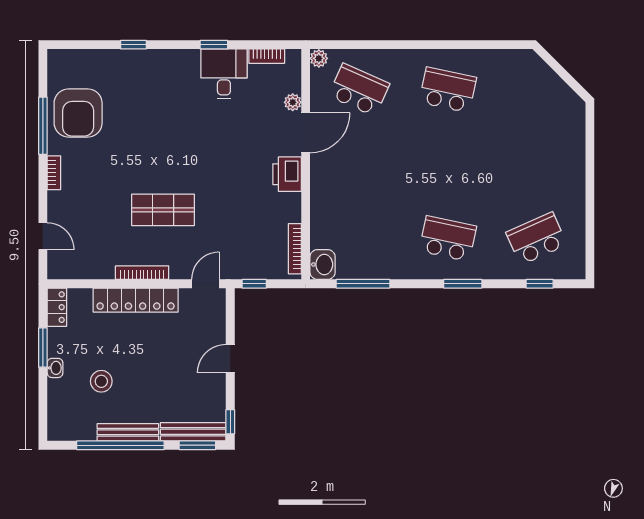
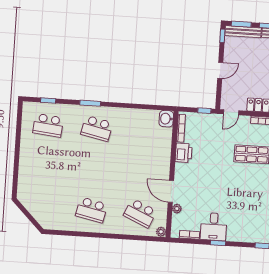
door: (306, 133) -> (171, 191), hinge flipped
printer: (287, 174) -> (184, 153), moved
school desk: (536, 239) -> (48, 125), turned 30
window: (363, 284) -> (145, 107), removed

